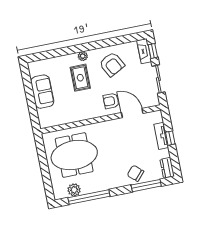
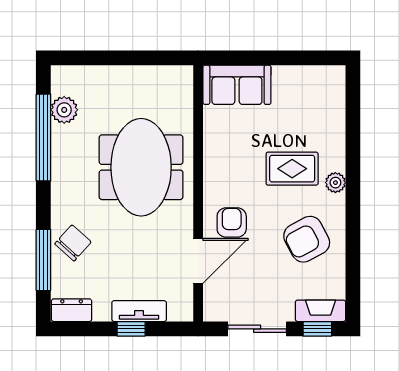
sofa: (42, 92) -> (237, 85), moved
meeting table: (74, 155) -> (141, 167), moved

